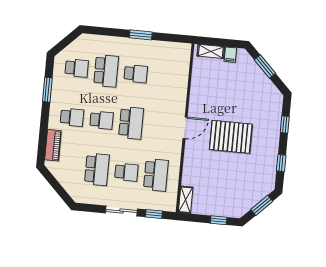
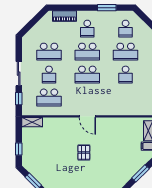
school desk: (102, 120) -> (87, 52), width x1.85
pallet: (231, 137) -> (84, 152), width x0.49, depth x0.50

